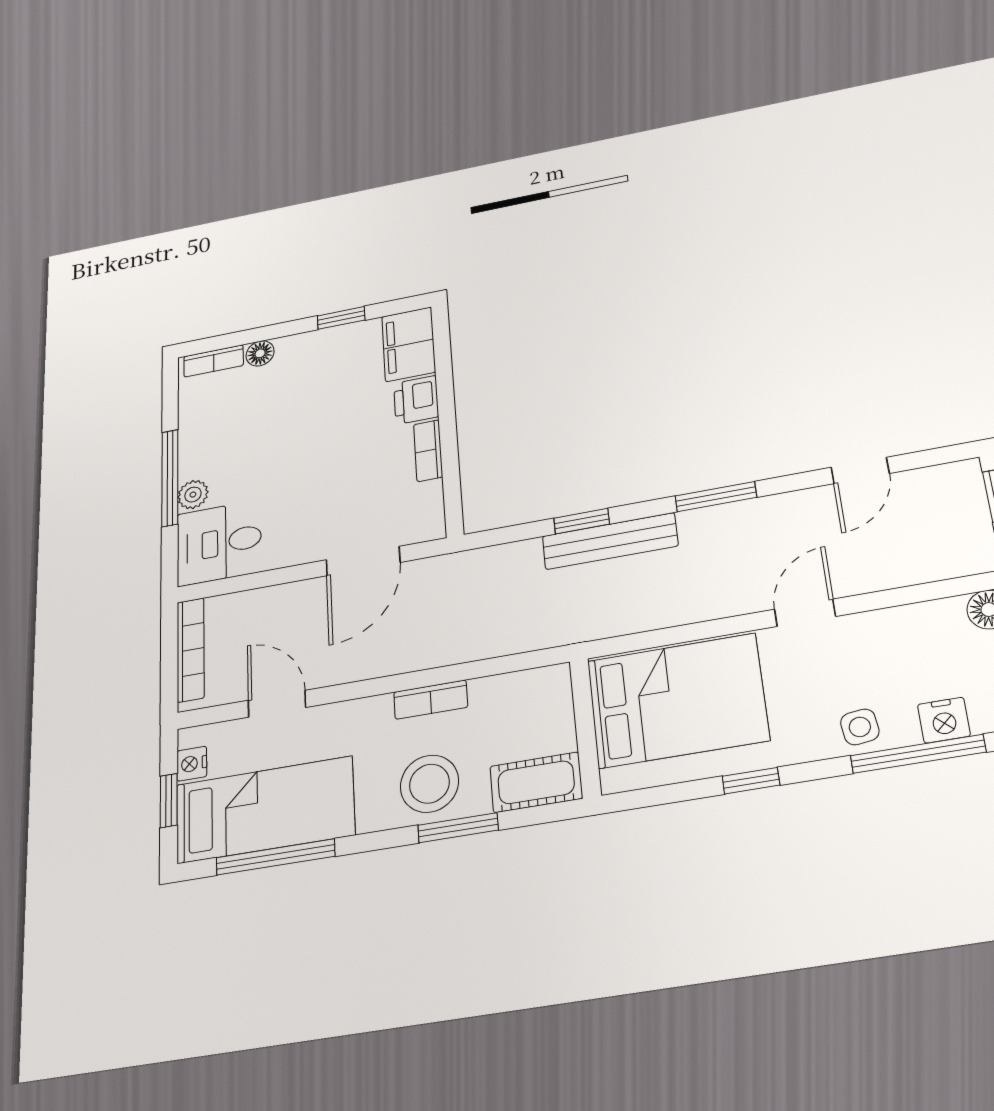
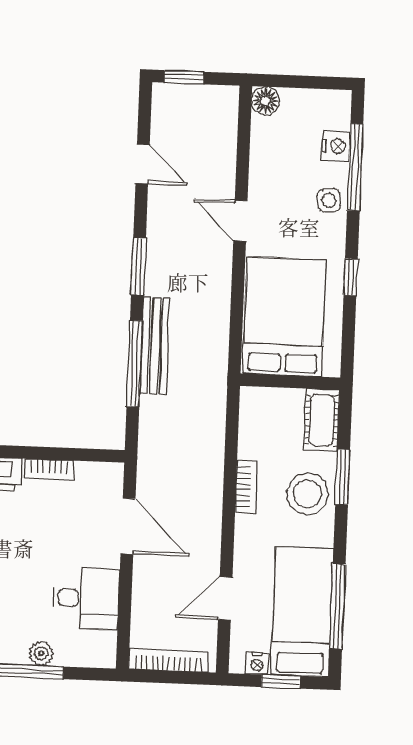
window: (582, 521) -> (135, 364), width x2.17
desk: (219, 543) -> (86, 598), moved, turned -90

